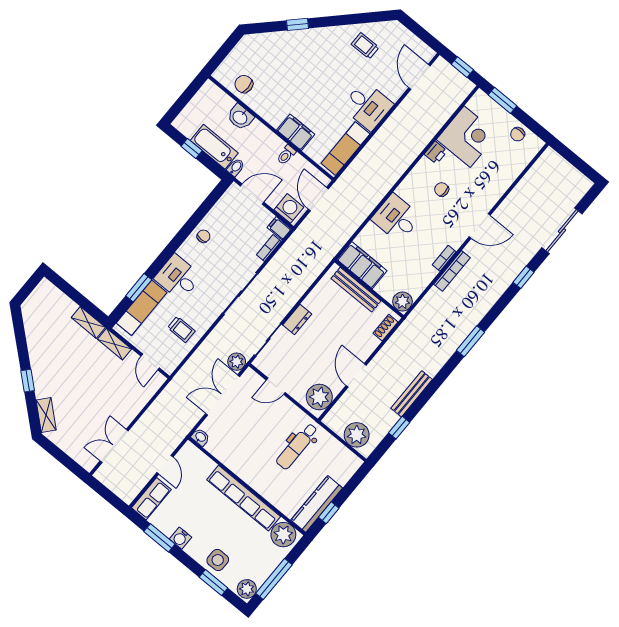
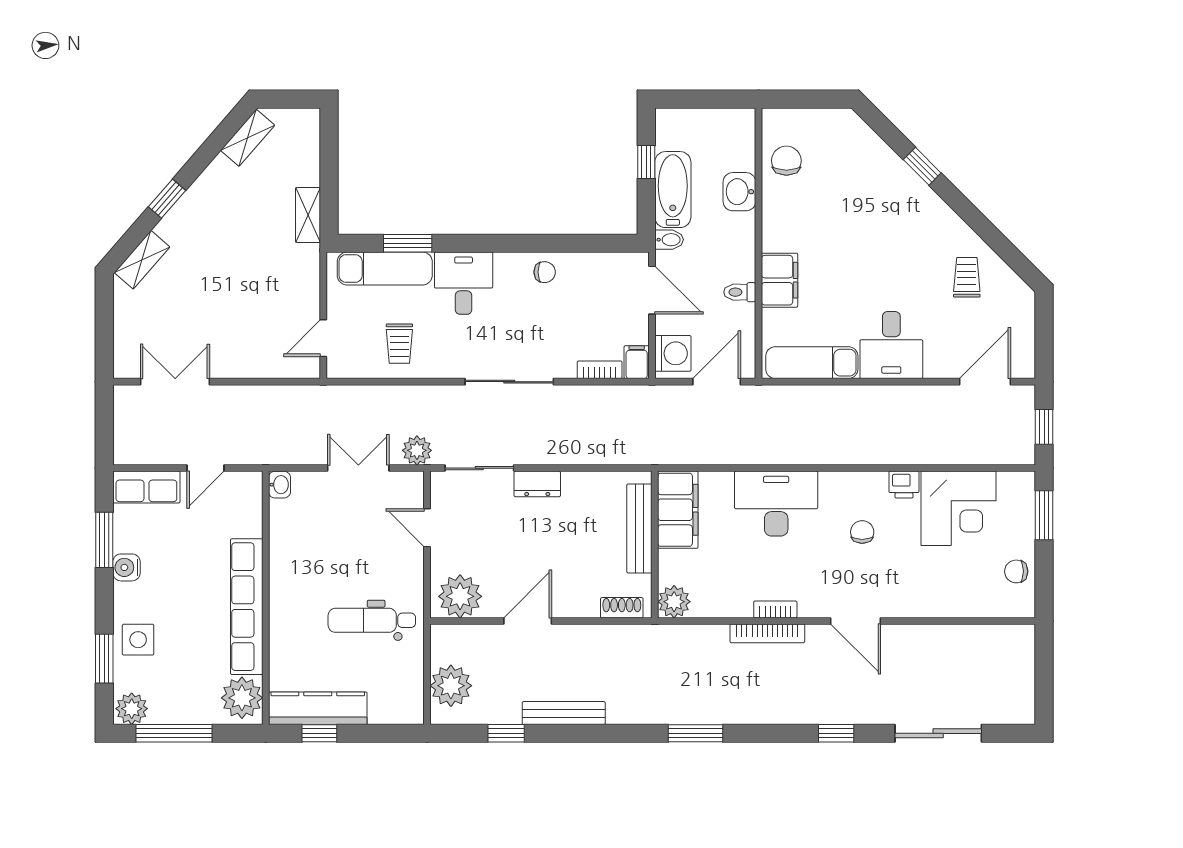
desk: (396, 218) -> (776, 504), width x1.37
shelving: (114, 344) -> (248, 138), moved, turned 41
double door: (223, 395) -> (358, 468), width x0.73

